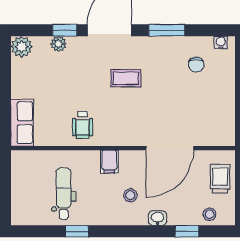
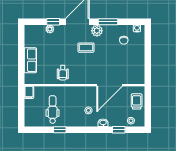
plant: (22, 47) -> (97, 31), moved
row of seats: (22, 123) -> (30, 60), moved
filing cabinet: (109, 162) -> (29, 92), moved

